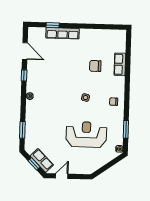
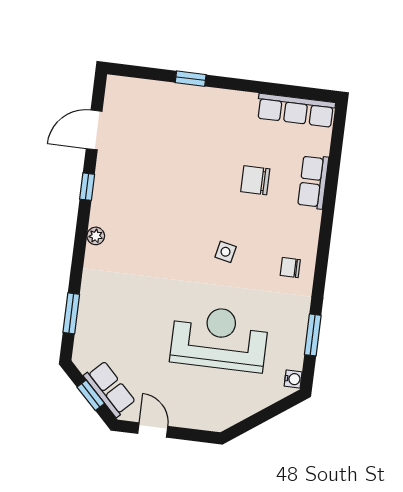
window: (53, 25) -> (191, 79), moved
row of seats: (62, 33) -> (296, 110), moved
door: (25, 51) -> (94, 130), swing flipped
door: (62, 176) -> (153, 430), hinge flipped

